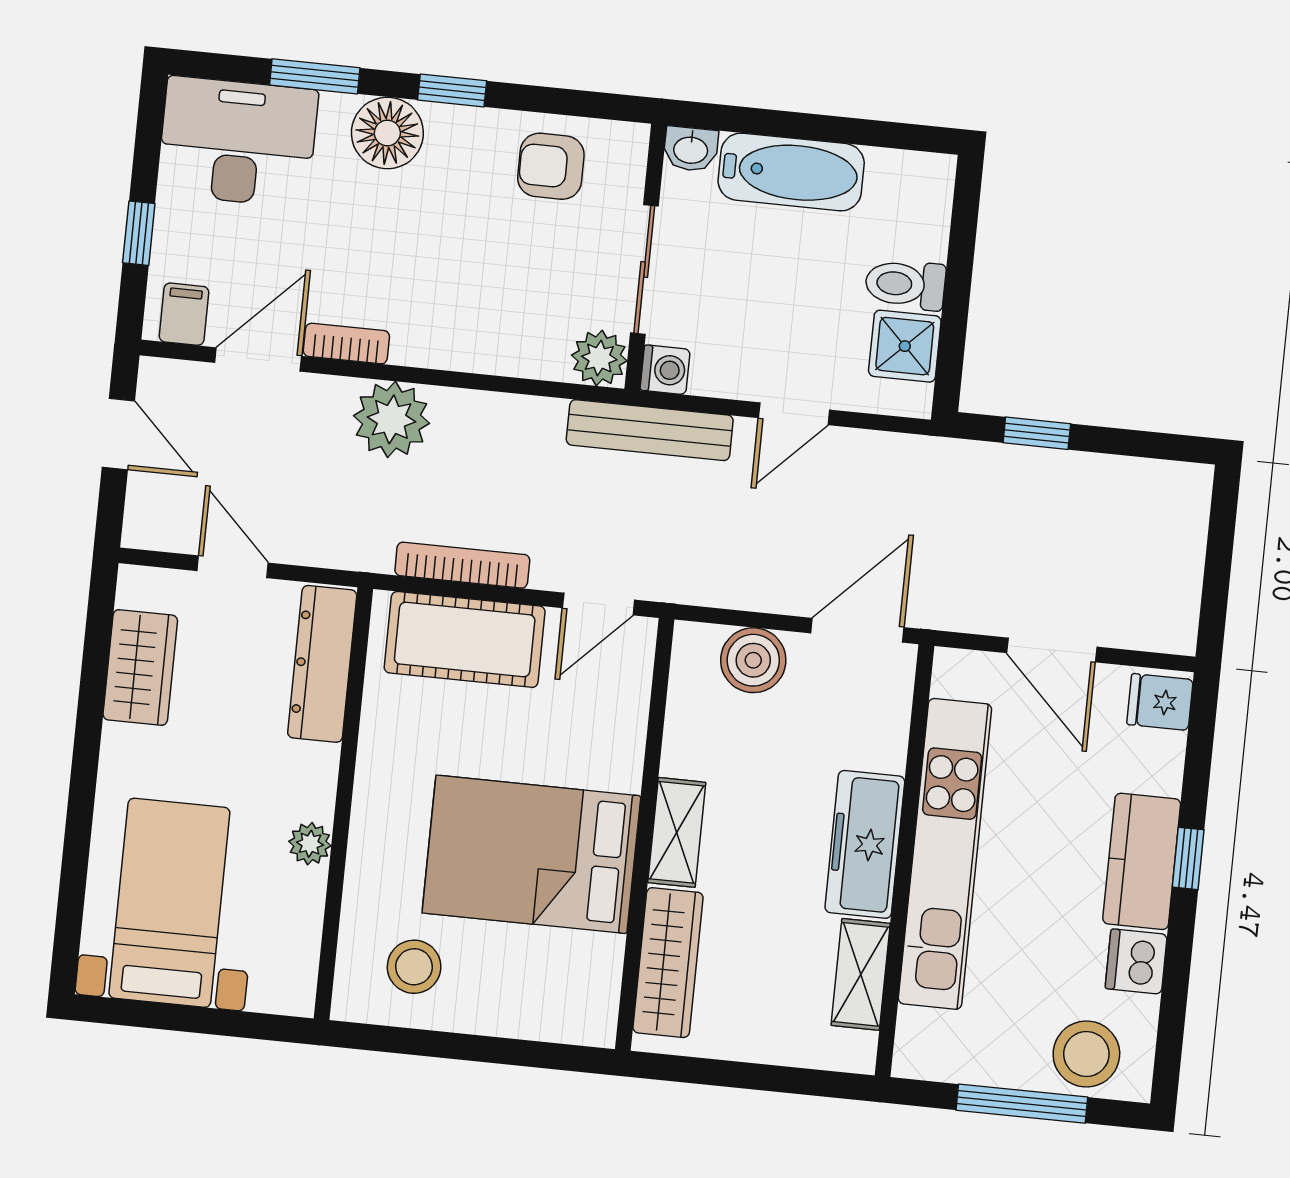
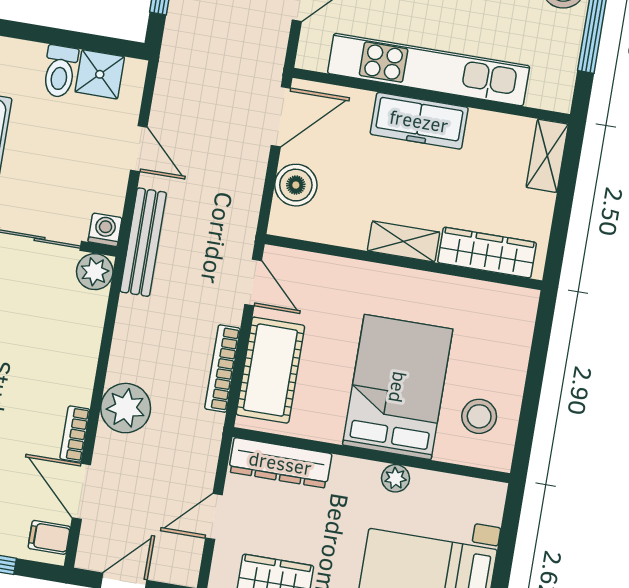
door: (857, 630) -> (281, 117), swing flipped
bed: (531, 854) -> (398, 387), moved, turned 180
shelving: (861, 974) -> (547, 156), moved, turned 90

